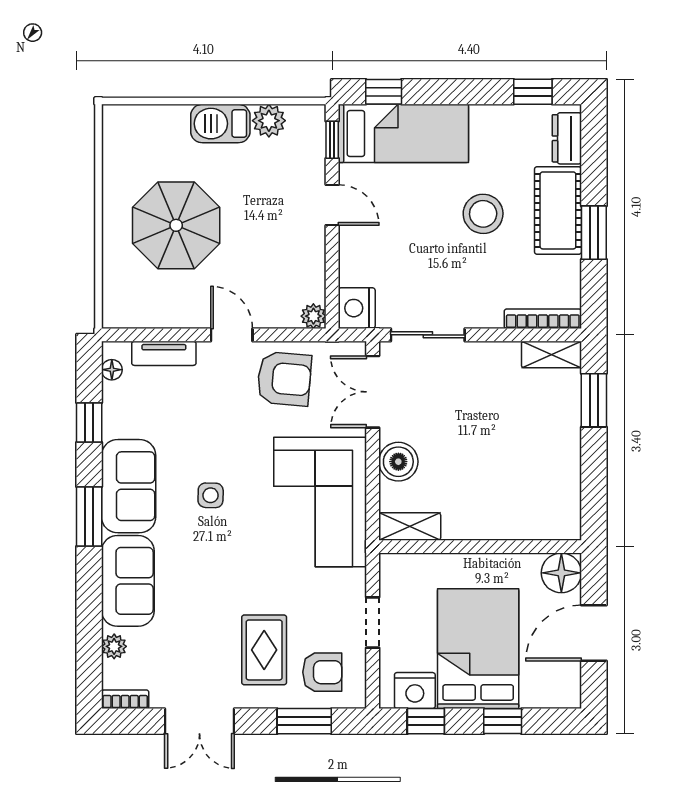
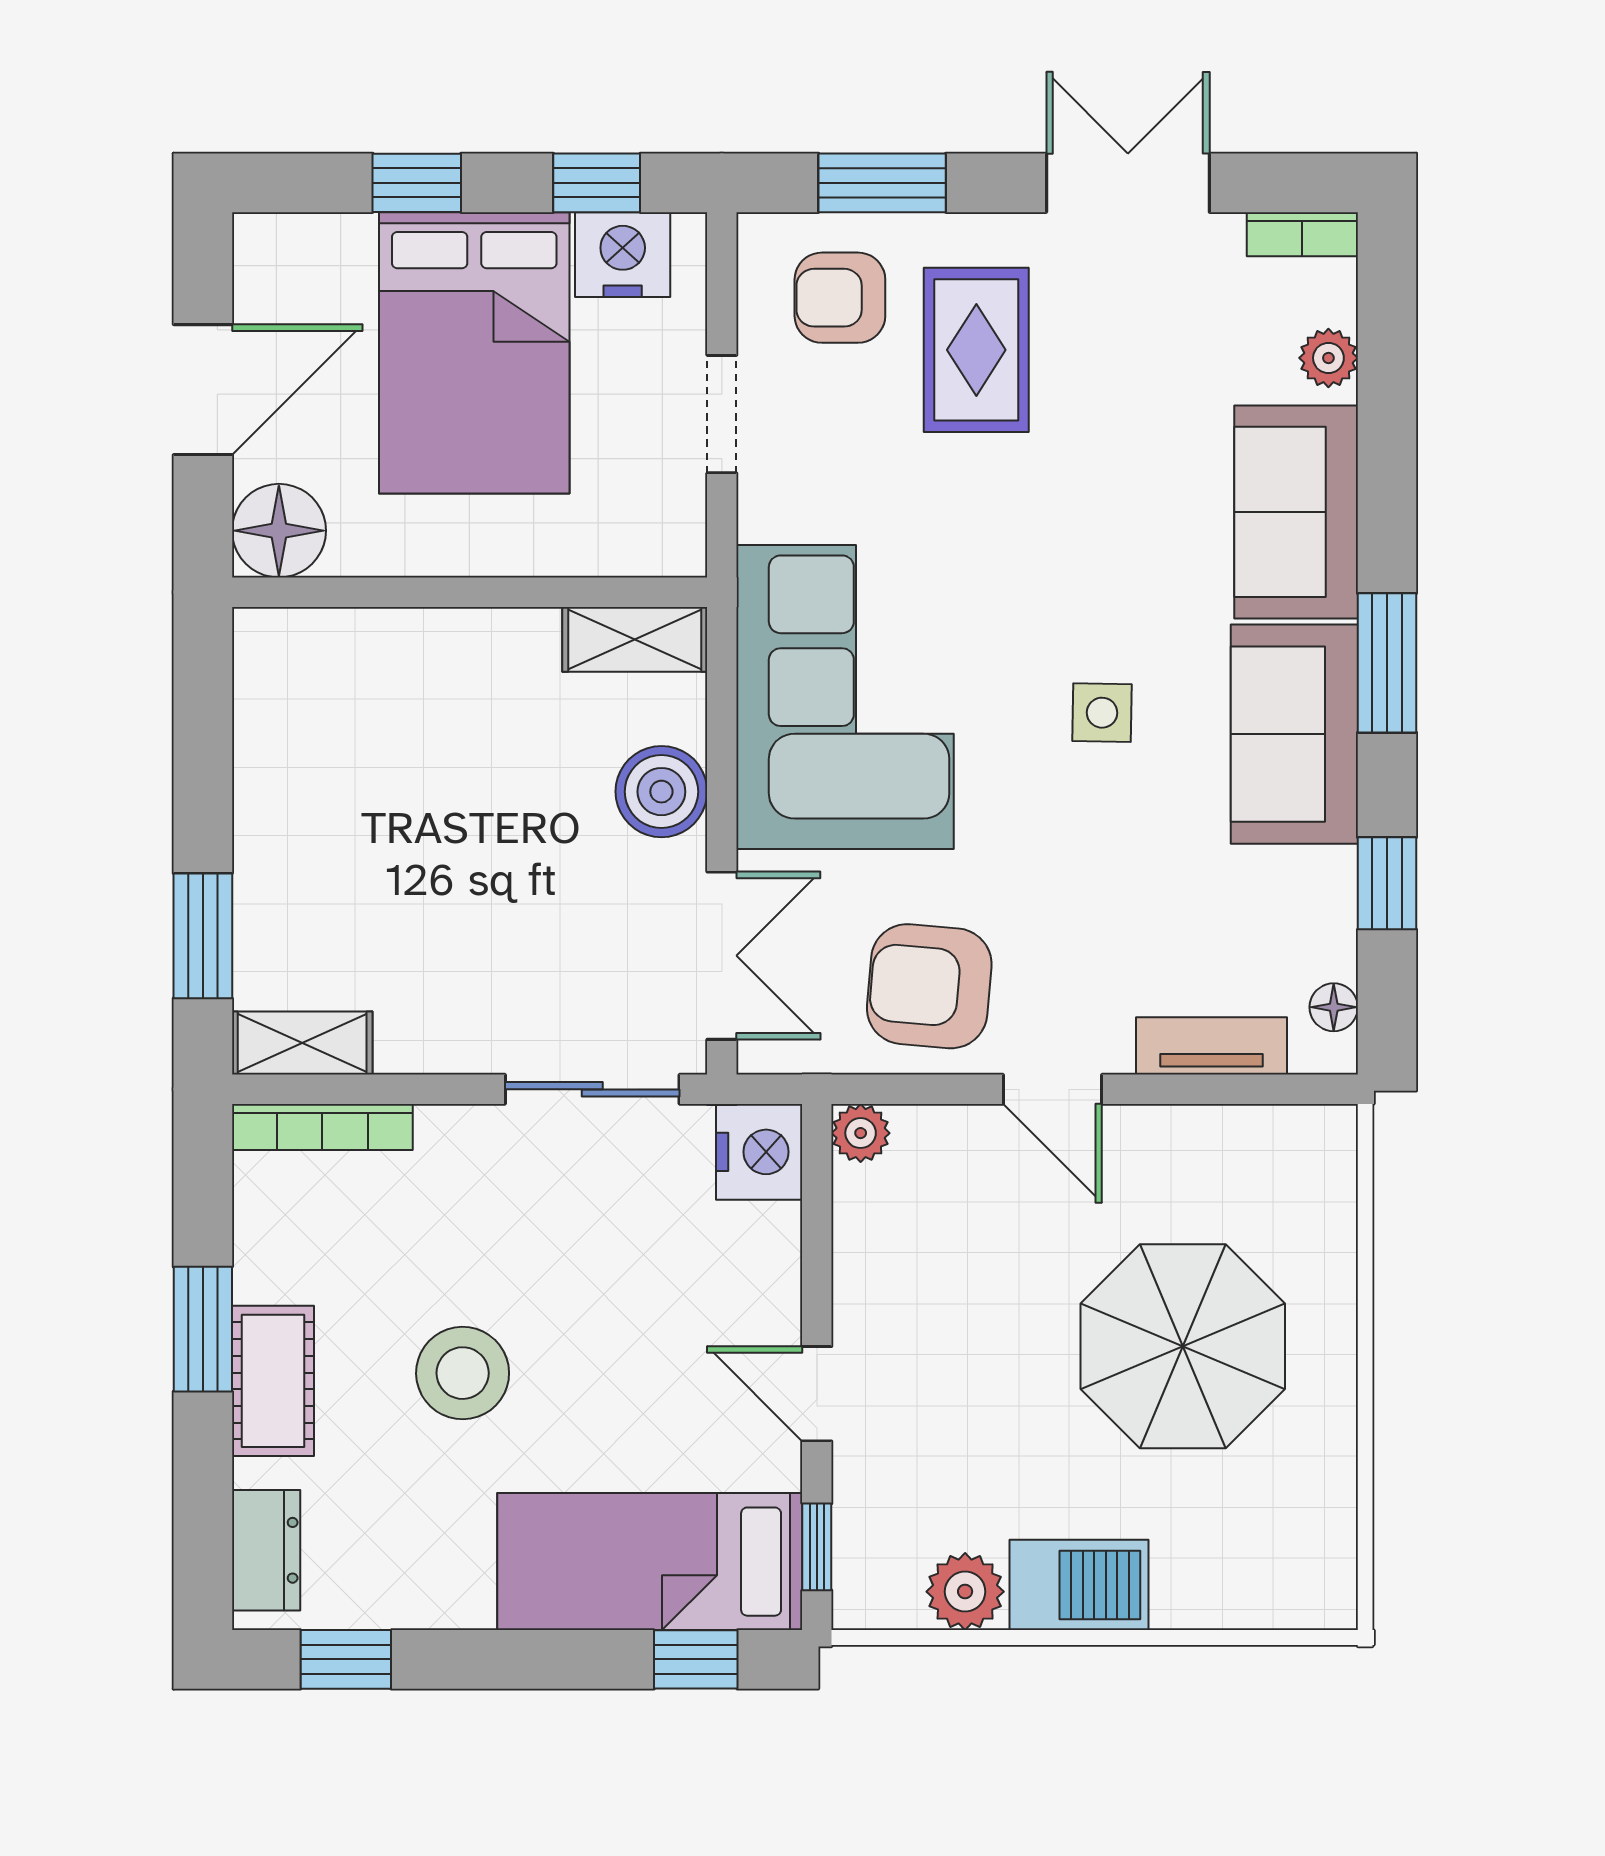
cot: (558, 210) -> (273, 1381), width x0.73, depth x0.75

